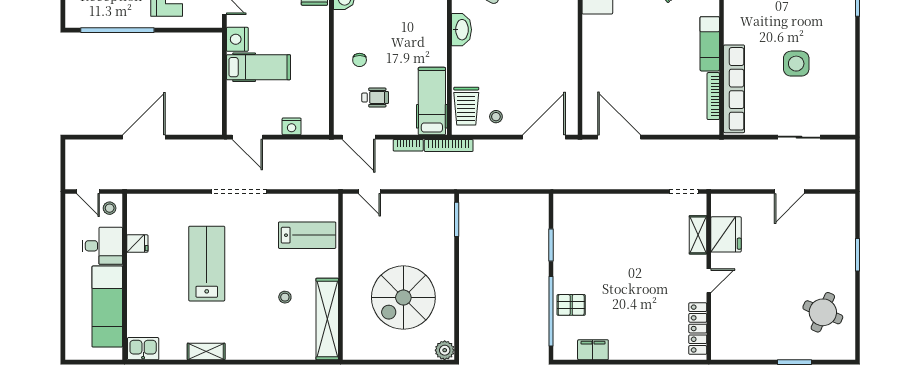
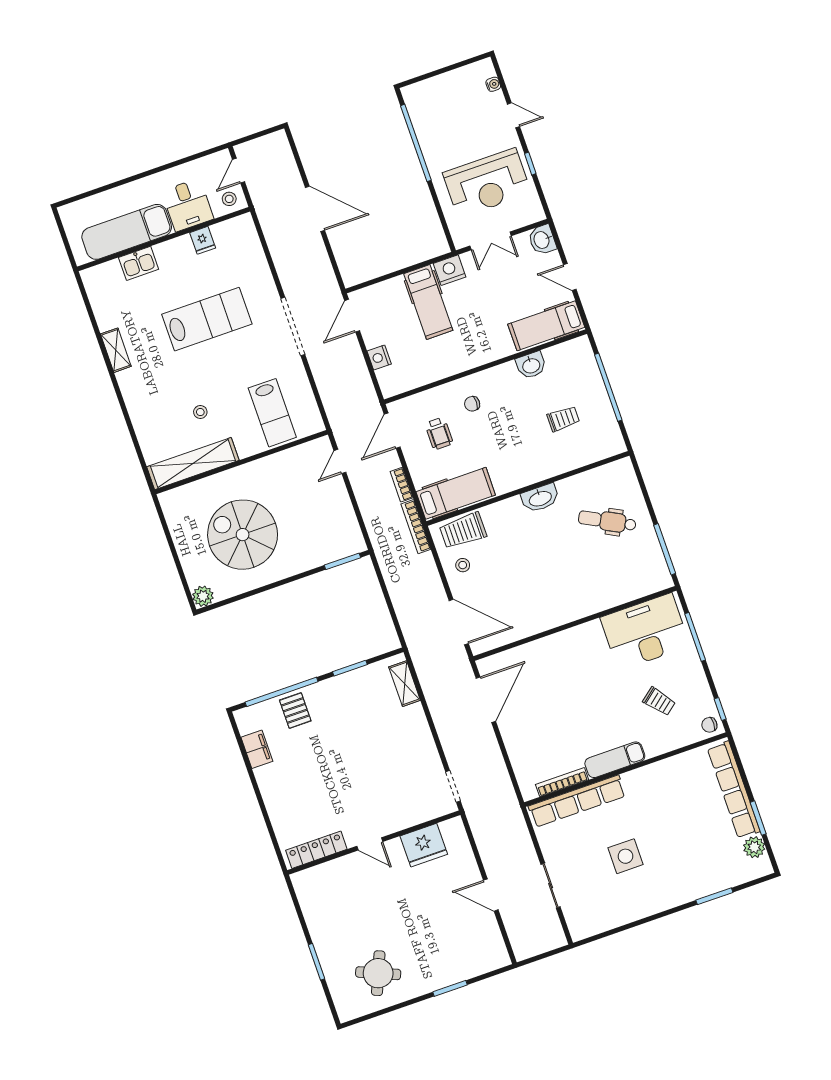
shelving: (698, 235) -> (405, 684), moved, turned 90
kitchen sink: (143, 349) -> (139, 263), moved, turned 90

